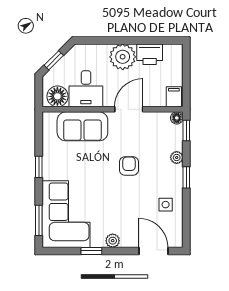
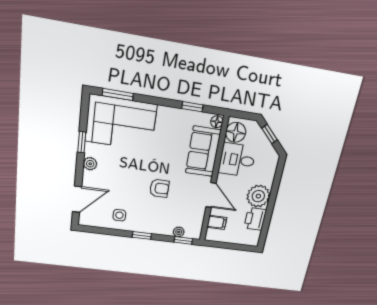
filing cabinet: (174, 97) -> (217, 222), moved
floor lamp: (177, 118) -> (217, 122), moved
plant: (177, 158) -> (179, 232), moved
window: (39, 167) -> (192, 107), moved

